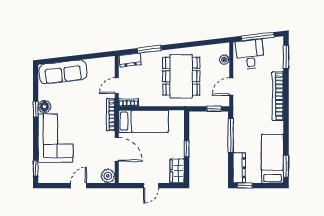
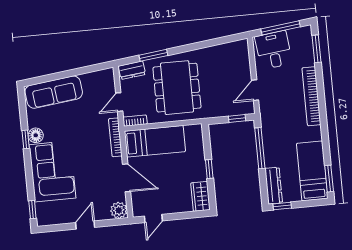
plant: (224, 60) -> (244, 59), removed
dining table: (181, 76) -> (177, 88), moved
door: (151, 186) -> (153, 218), moved

